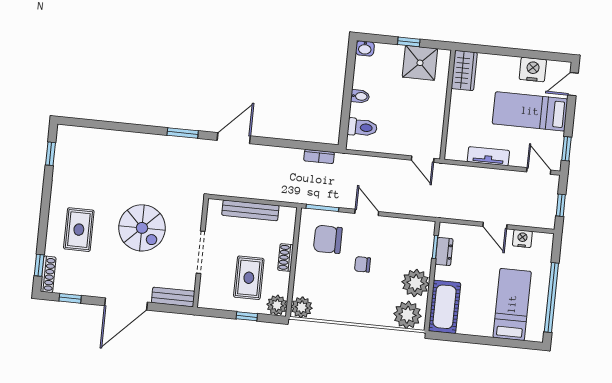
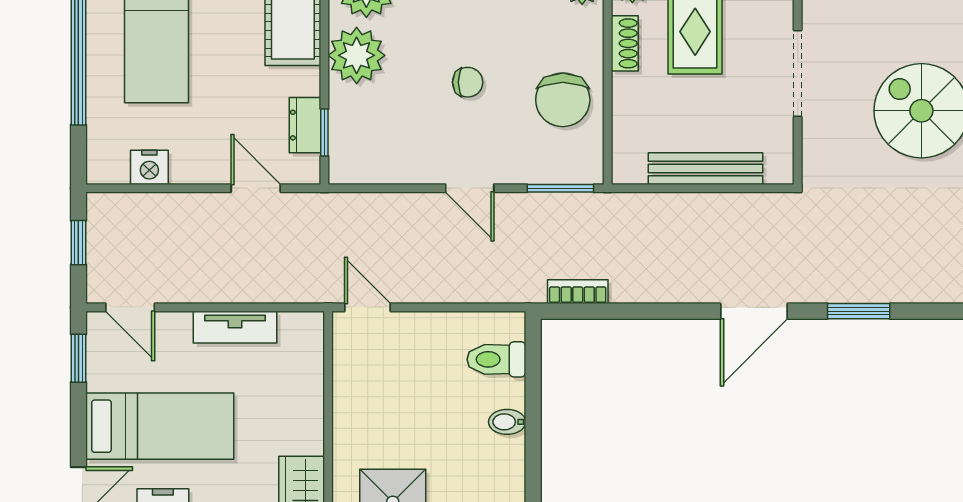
door: (495, 225) -> (256, 188), moved
chair: (328, 239) -> (563, 100), moved, turned 90
shoe rack: (286, 258) -> (625, 43), moved

